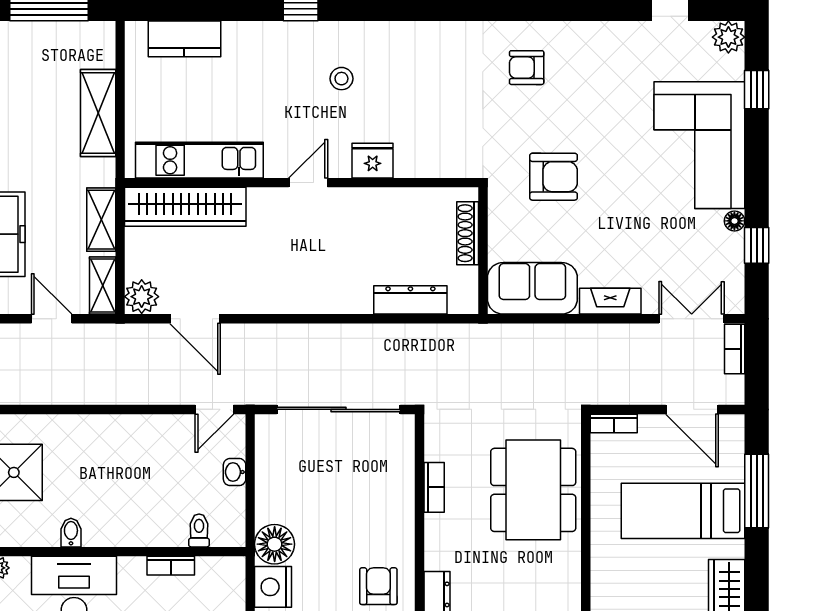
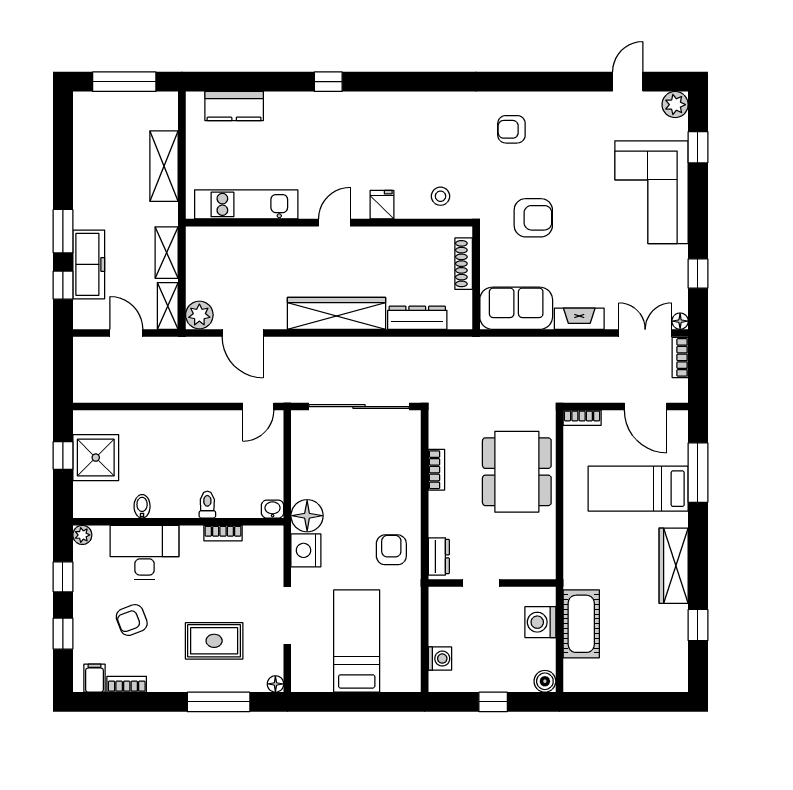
stool: (341, 79) -> (440, 196), moved
fridge: (373, 161) -> (382, 205), width x0.72
wardrobe: (185, 207) -> (337, 313), moved, turned 180
floor lamp: (734, 221) -> (680, 321), moved
washbasin: (235, 472) -> (273, 509), moved, turned 90
toilet: (199, 530) -> (207, 505), moved

